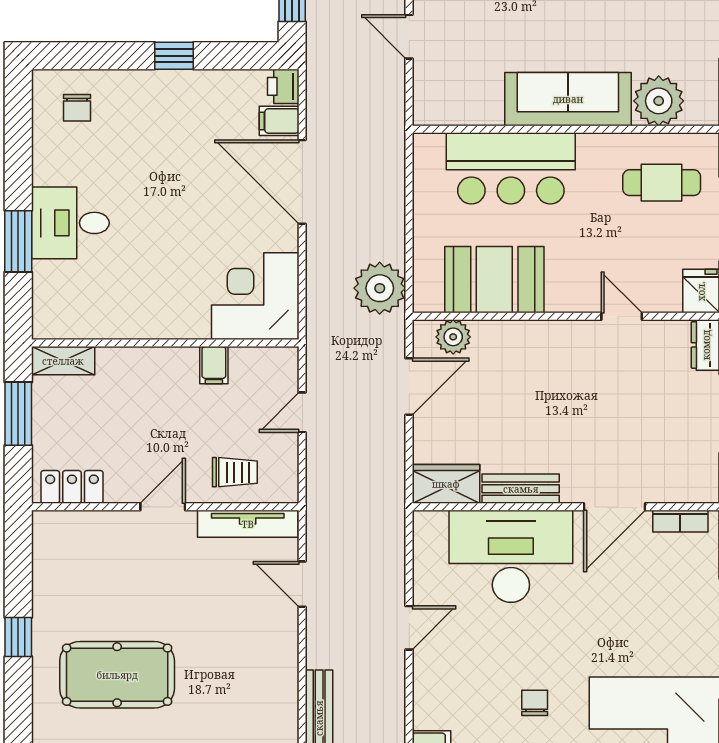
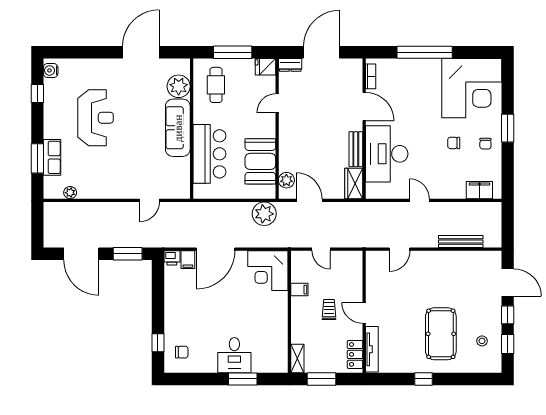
window: (174, 56) -> (158, 343), moved
trolley: (235, 472) -> (329, 310), moved
tv unit: (248, 524) -> (372, 349), moved

